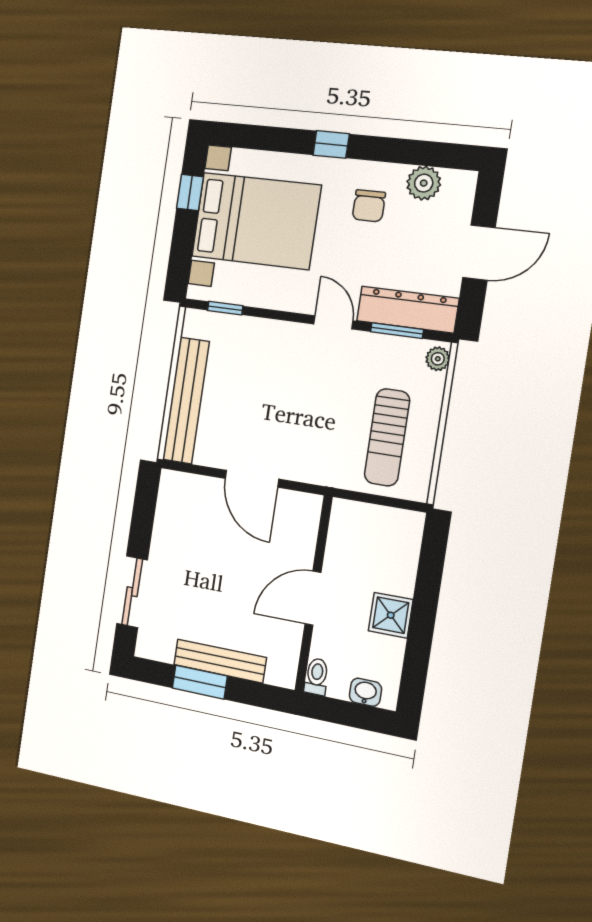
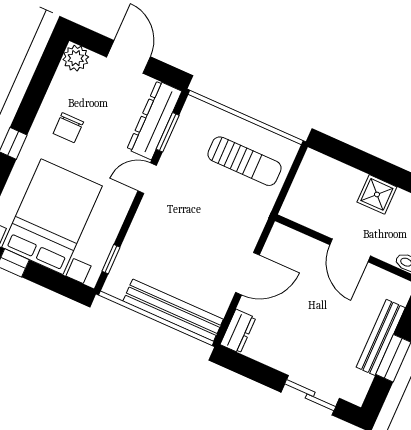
plant: (424, 183) -> (76, 58), moved
chair: (369, 206) -> (68, 128), turned 90
plant: (438, 359) -> (197, 108), removed
dresser: (182, 485) -> (238, 331), added

